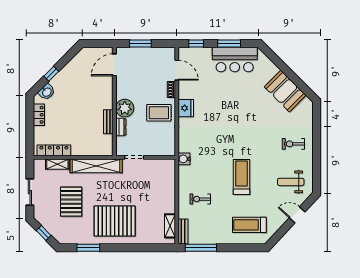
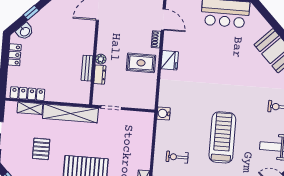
plant: (125, 108) -> (101, 59), width x0.53, depth x0.53
treadmill: (241, 177) -> (222, 137), width x1.37, depth x1.38
pallet: (71, 202) -> (41, 149), width x0.67, depth x0.71

